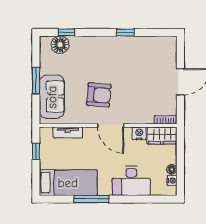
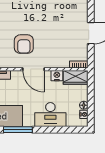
armchair: (99, 95) -> (24, 44), turned 85

